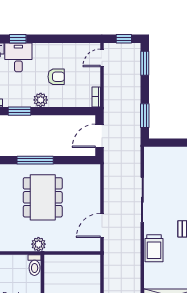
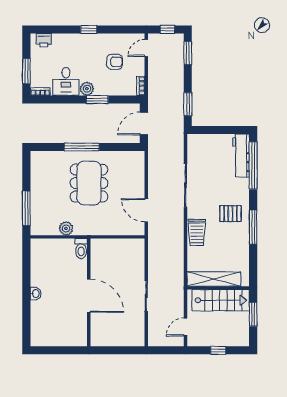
window: (18, 39) -> (89, 29), moved
desk: (18, 57) -> (66, 81), moved, turned 180
armchair: (56, 77) -> (115, 62), moved
window: (20, 111) -> (97, 99), moved
door: (102, 225) -> (146, 210), hinge flipped
plant: (38, 244) -> (66, 228), moved

